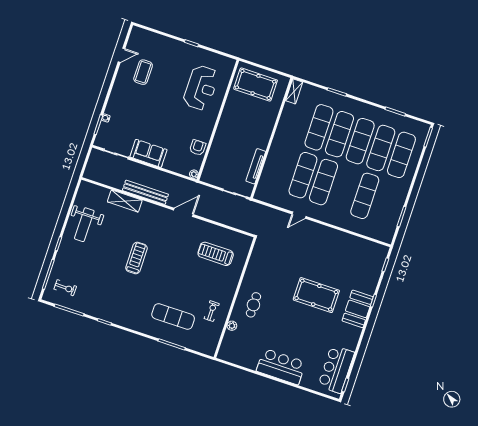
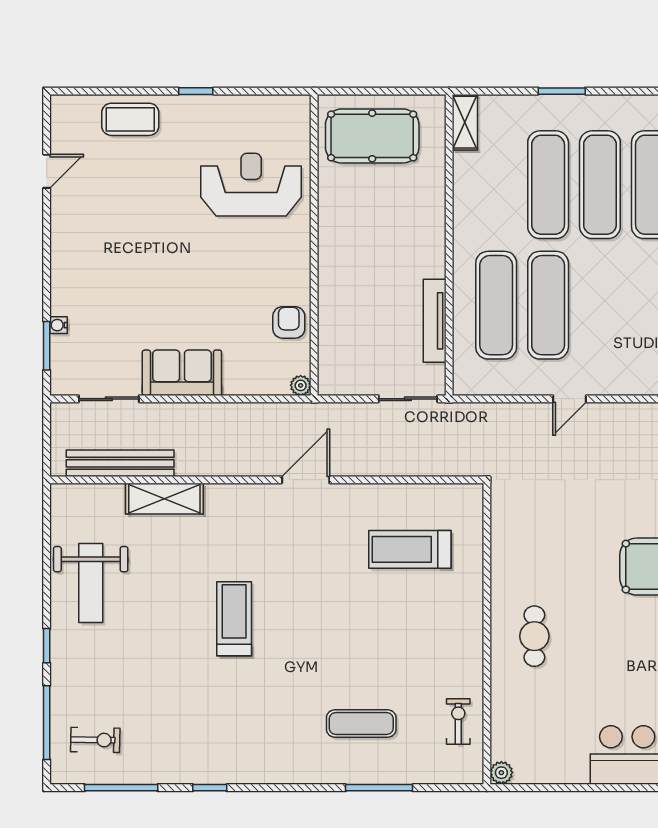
coffee table: (143, 72) -> (130, 119), moved, turned 90
reception desk: (201, 88) -> (251, 185), turned -90
exercise mat: (324, 182) -> (496, 305), moved
bench: (145, 192) -> (120, 463), moved
exercise bike: (212, 311) -> (458, 722), moved
exercise mat: (173, 317) -> (361, 724), width x0.73, depth x0.69
plant: (232, 326) -> (501, 773), moved

